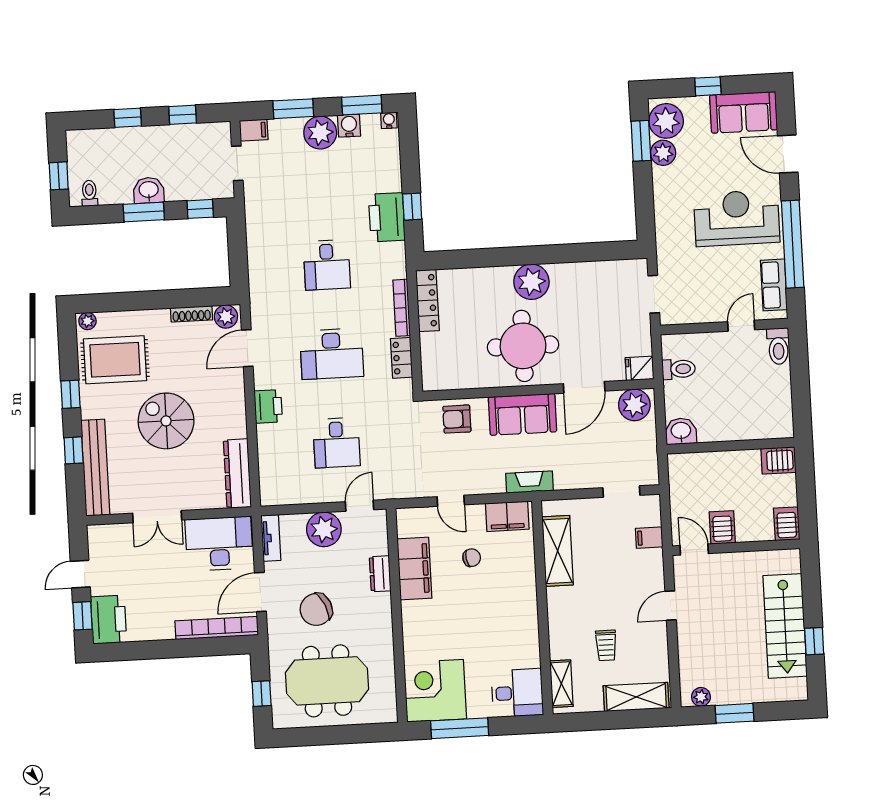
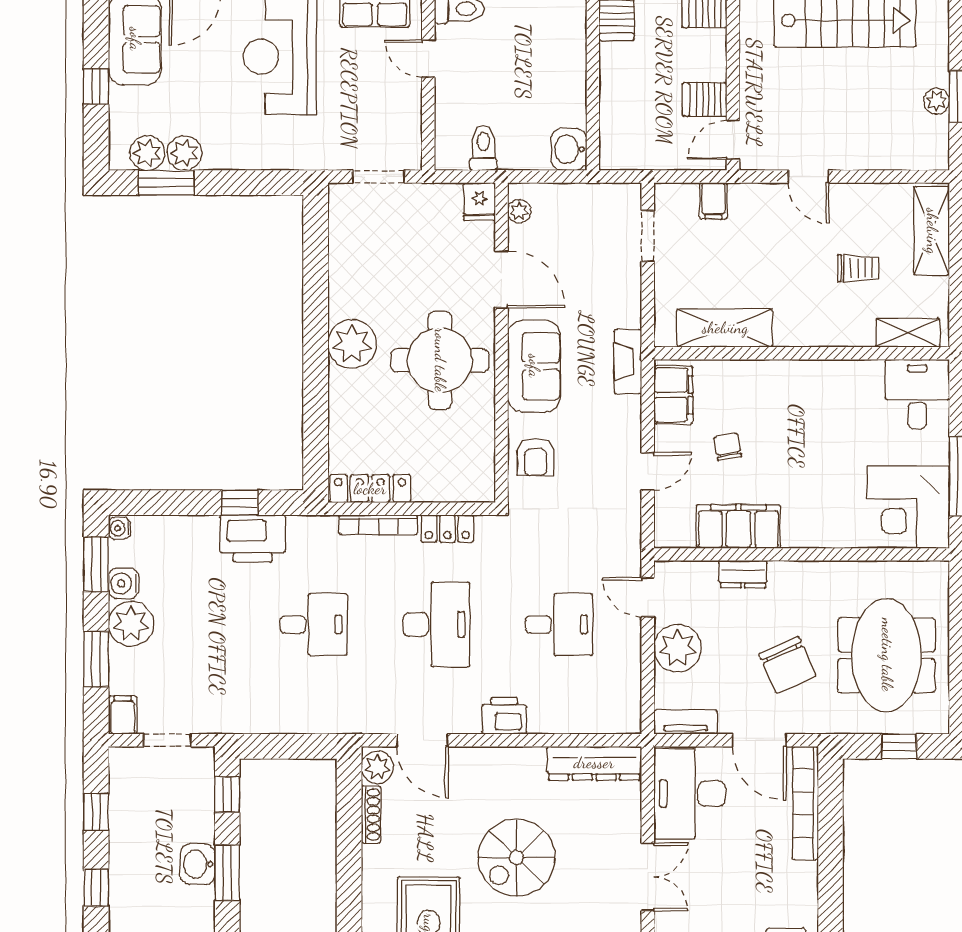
plant: (666, 121) -> (147, 153), width x0.73, depth x0.73
plant: (634, 405) -> (519, 211), width x0.53, depth x0.53
plant: (701, 697) -> (936, 101), moved

